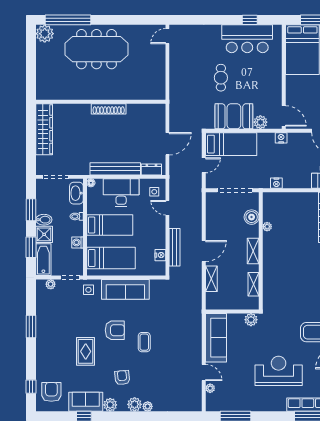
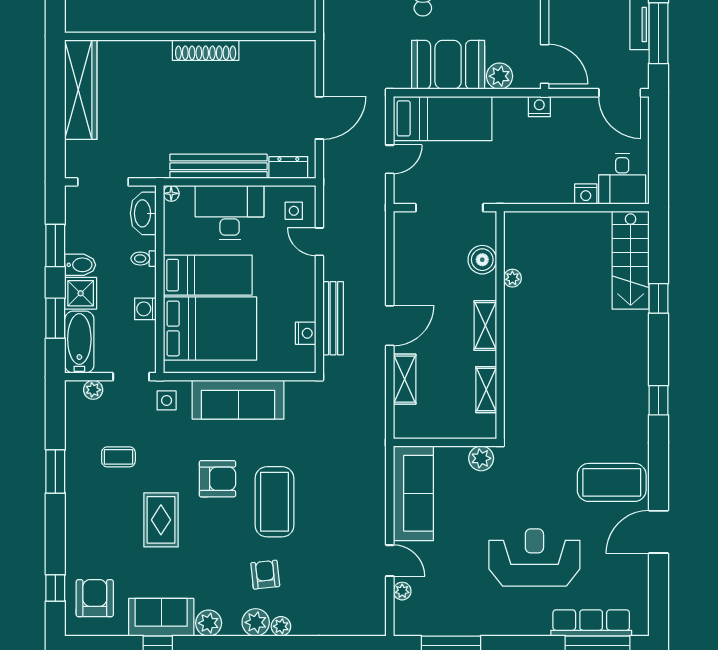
nightstand: (276, 183) -> (586, 194), moved
bed: (111, 258) -> (210, 328), width x1.50
coffee table: (64, 319) -> (118, 457), added
coffee table: (144, 342) -> (274, 502), width x1.86, depth x1.72
armchair: (122, 378) -> (265, 575), moved

